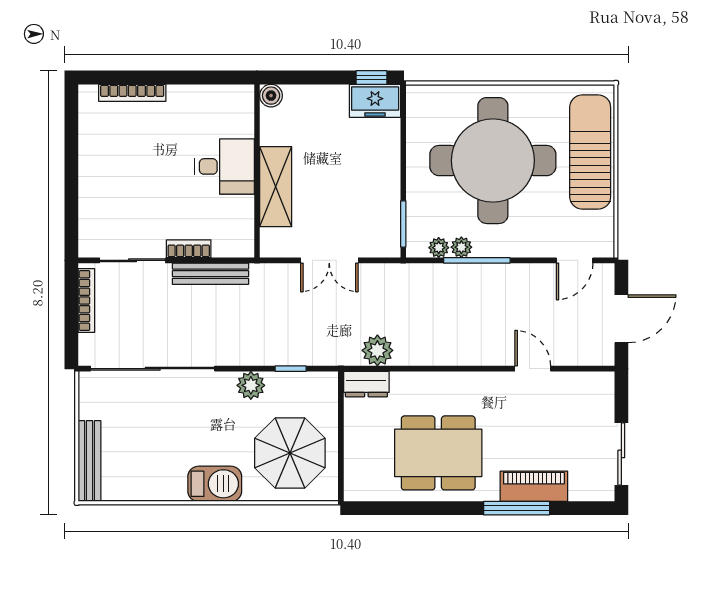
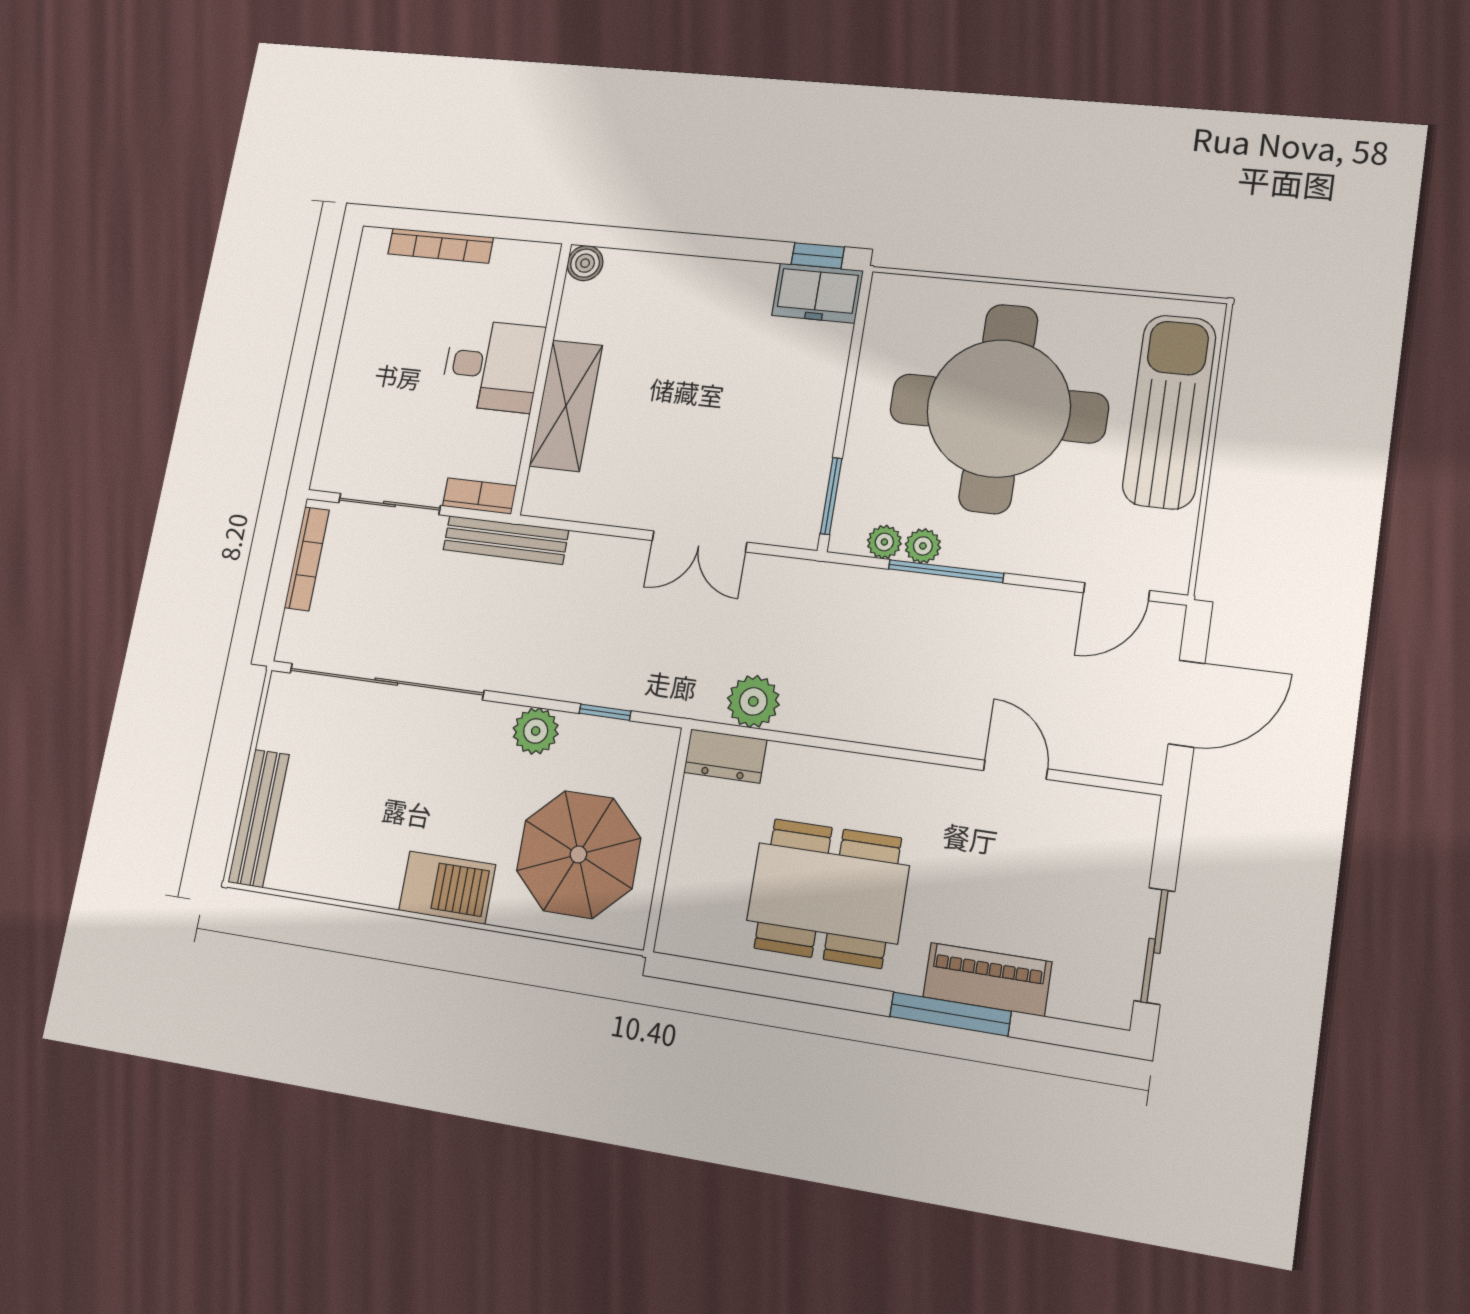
boiler: (271, 96) -> (585, 263), moved
desk: (224, 166) -> (492, 366), moved
wall: (257, 171) -> (541, 378), moved
shelving: (276, 187) -> (566, 406), moved

